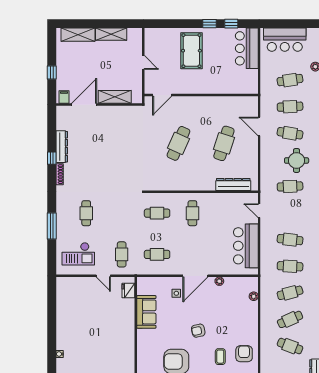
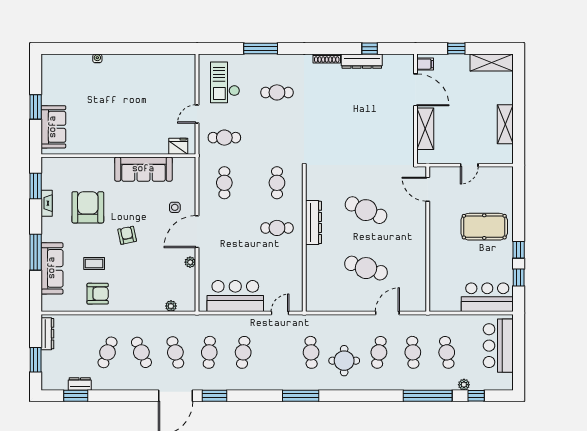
shelving: (78, 35) -> (492, 62), moved, turned 90
window: (52, 158) -> (370, 48), moved
dresser: (233, 185) -> (313, 222), moved
door: (195, 276) -> (197, 232), hinge flipped
sofa: (146, 312) -> (143, 169), width x1.36

